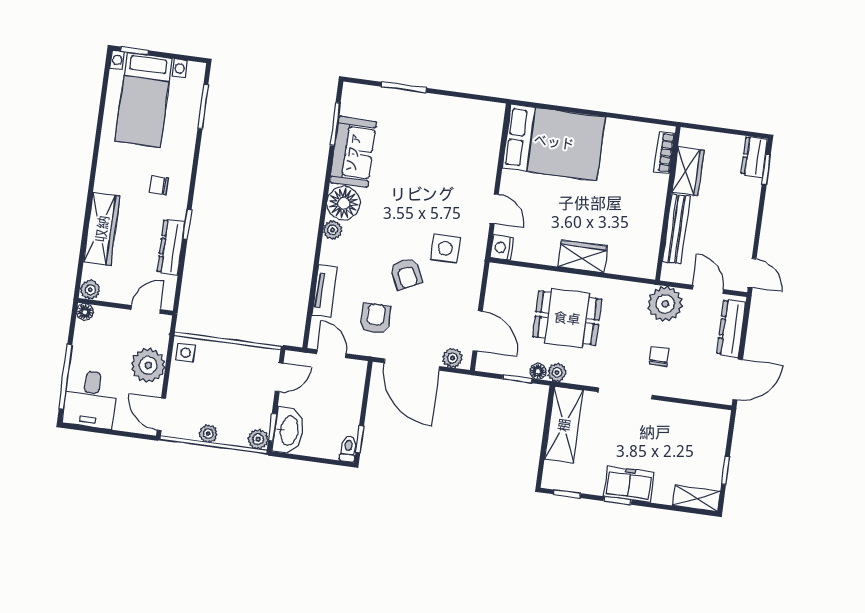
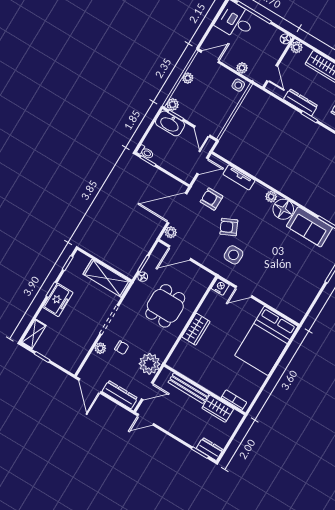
armchair: (375, 318) -> (211, 199), turned 180
plant: (148, 365) -> (242, 68), width x0.53, depth x0.53
plant: (557, 373) -> (100, 348), moved

